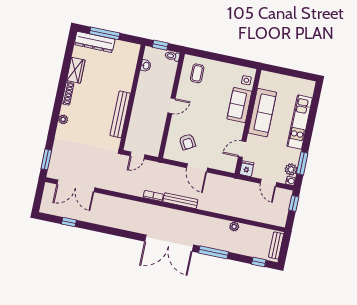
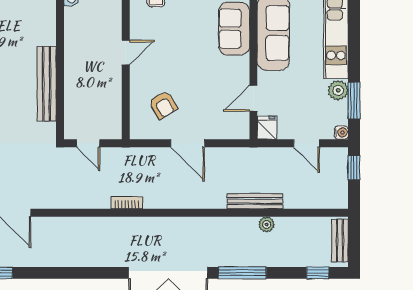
door: (137, 155) -> (88, 143), hinge flipped
plant: (291, 169) -> (338, 90), moved
bench: (180, 201) -> (255, 201), moved

